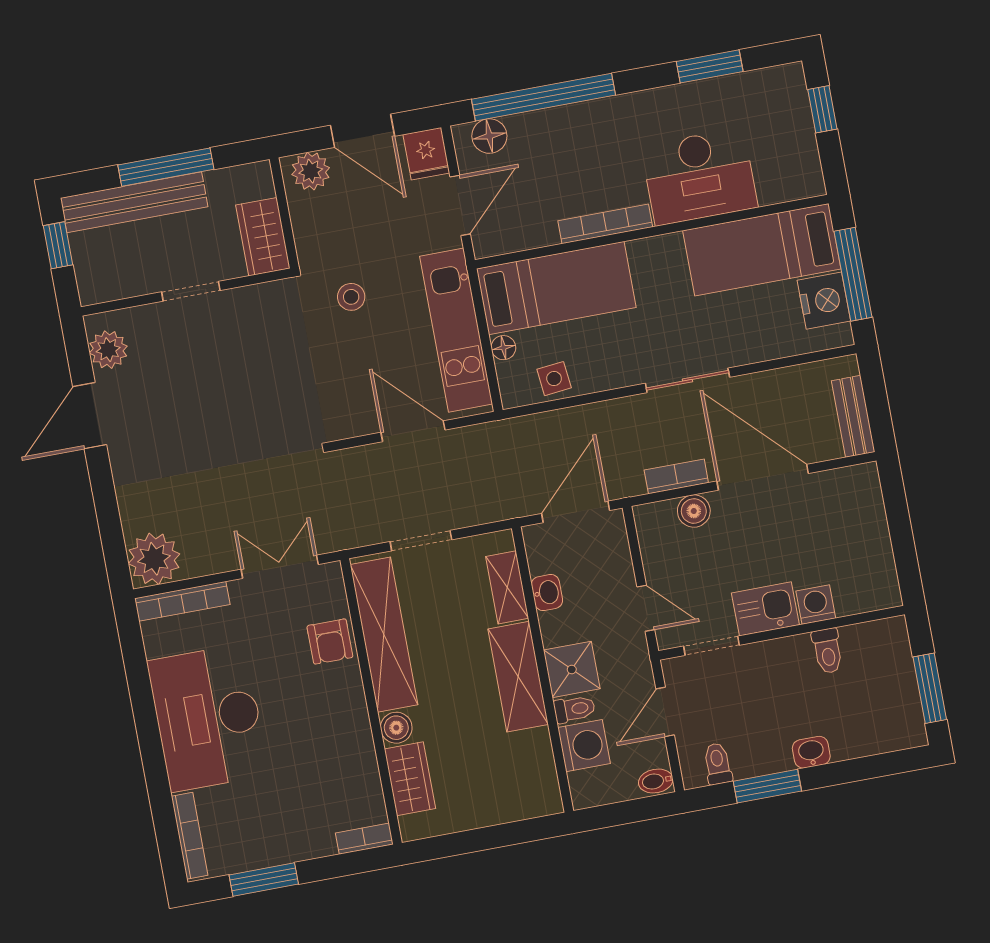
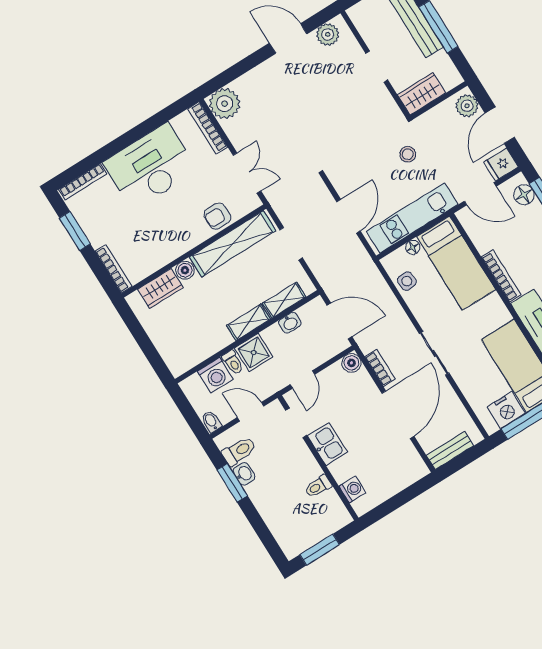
boiler: (694, 511) -> (351, 363), moved
washing machine: (816, 605) -> (352, 489), moved
shelving: (518, 677) -> (249, 322), width x0.67, depth x0.75
washbasin: (811, 752) -> (244, 474), moved
toilet: (718, 764) -> (239, 451), width x1.37, depth x1.39
bookcase: (364, 839) -> (114, 269), width x1.56

